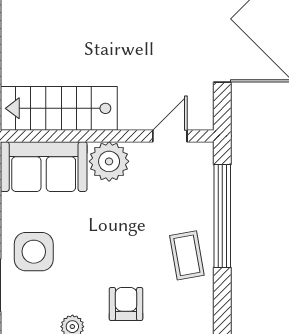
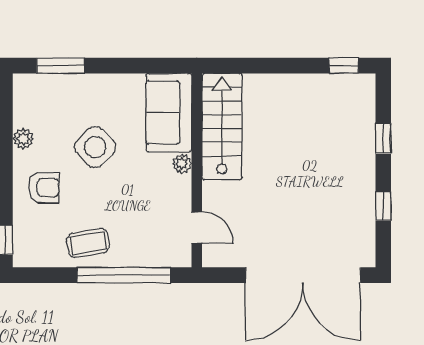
plant: (109, 161) -> (182, 164), width x0.53, depth x0.53
side table: (34, 252) -> (95, 147), moved, turned 45

